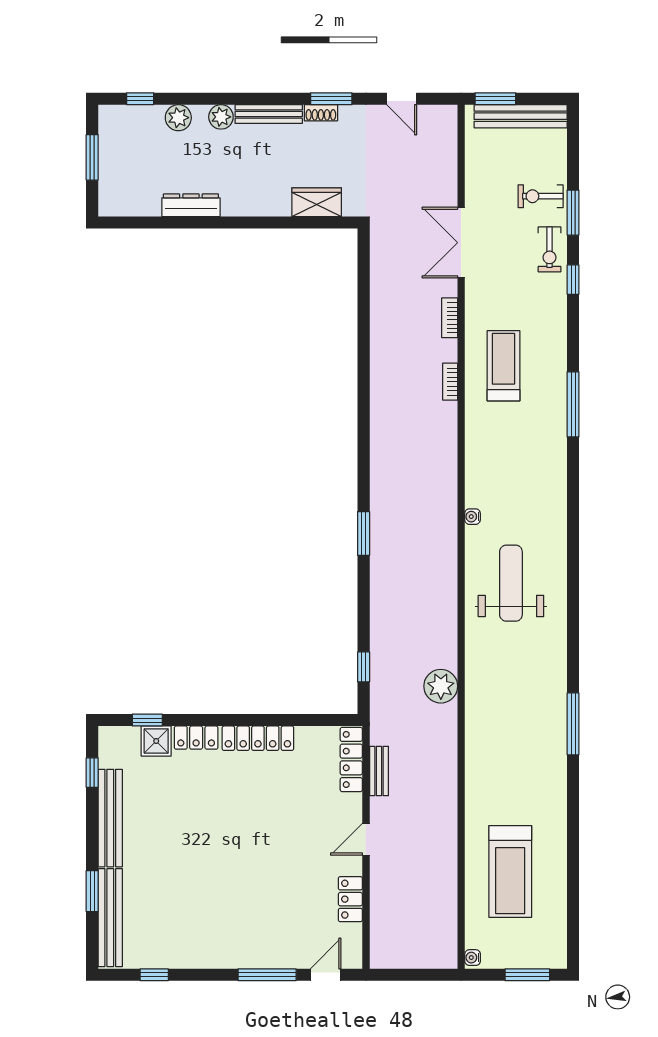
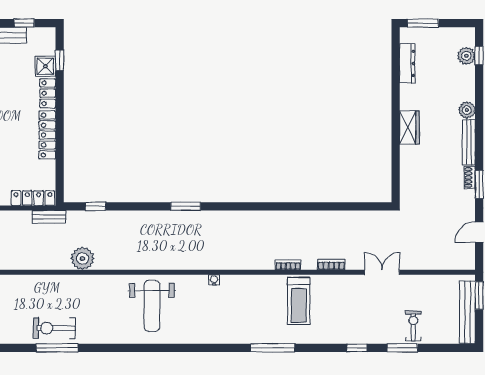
plant: (178, 118) -> (466, 56), moved
window: (92, 157) -> (423, 23), moved
wardrobe: (317, 202) -> (409, 127), moved
dresser: (191, 205) -> (407, 63), moved
double door: (461, 243) -> (382, 272), width x0.73
exercise bike: (550, 249) -> (54, 328), moved, width x1.38, depth x1.39
treadmill: (503, 366) -> (299, 301), turned 90
water cooler: (472, 517) -> (214, 280), moved
weight bench: (511, 583) -> (152, 306), turned 90
bench: (379, 771) -> (49, 217), moved

